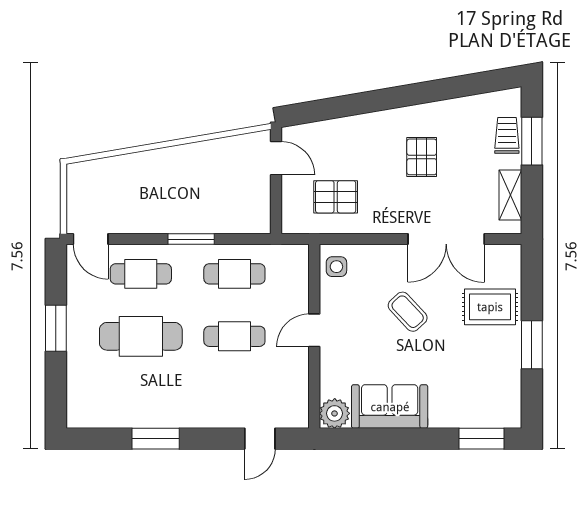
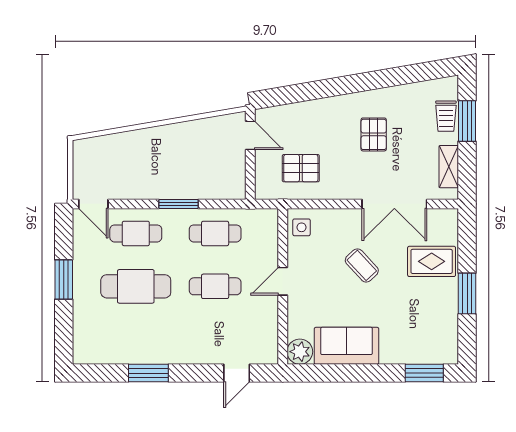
trolley: (507, 135) -> (446, 116), turned 180

